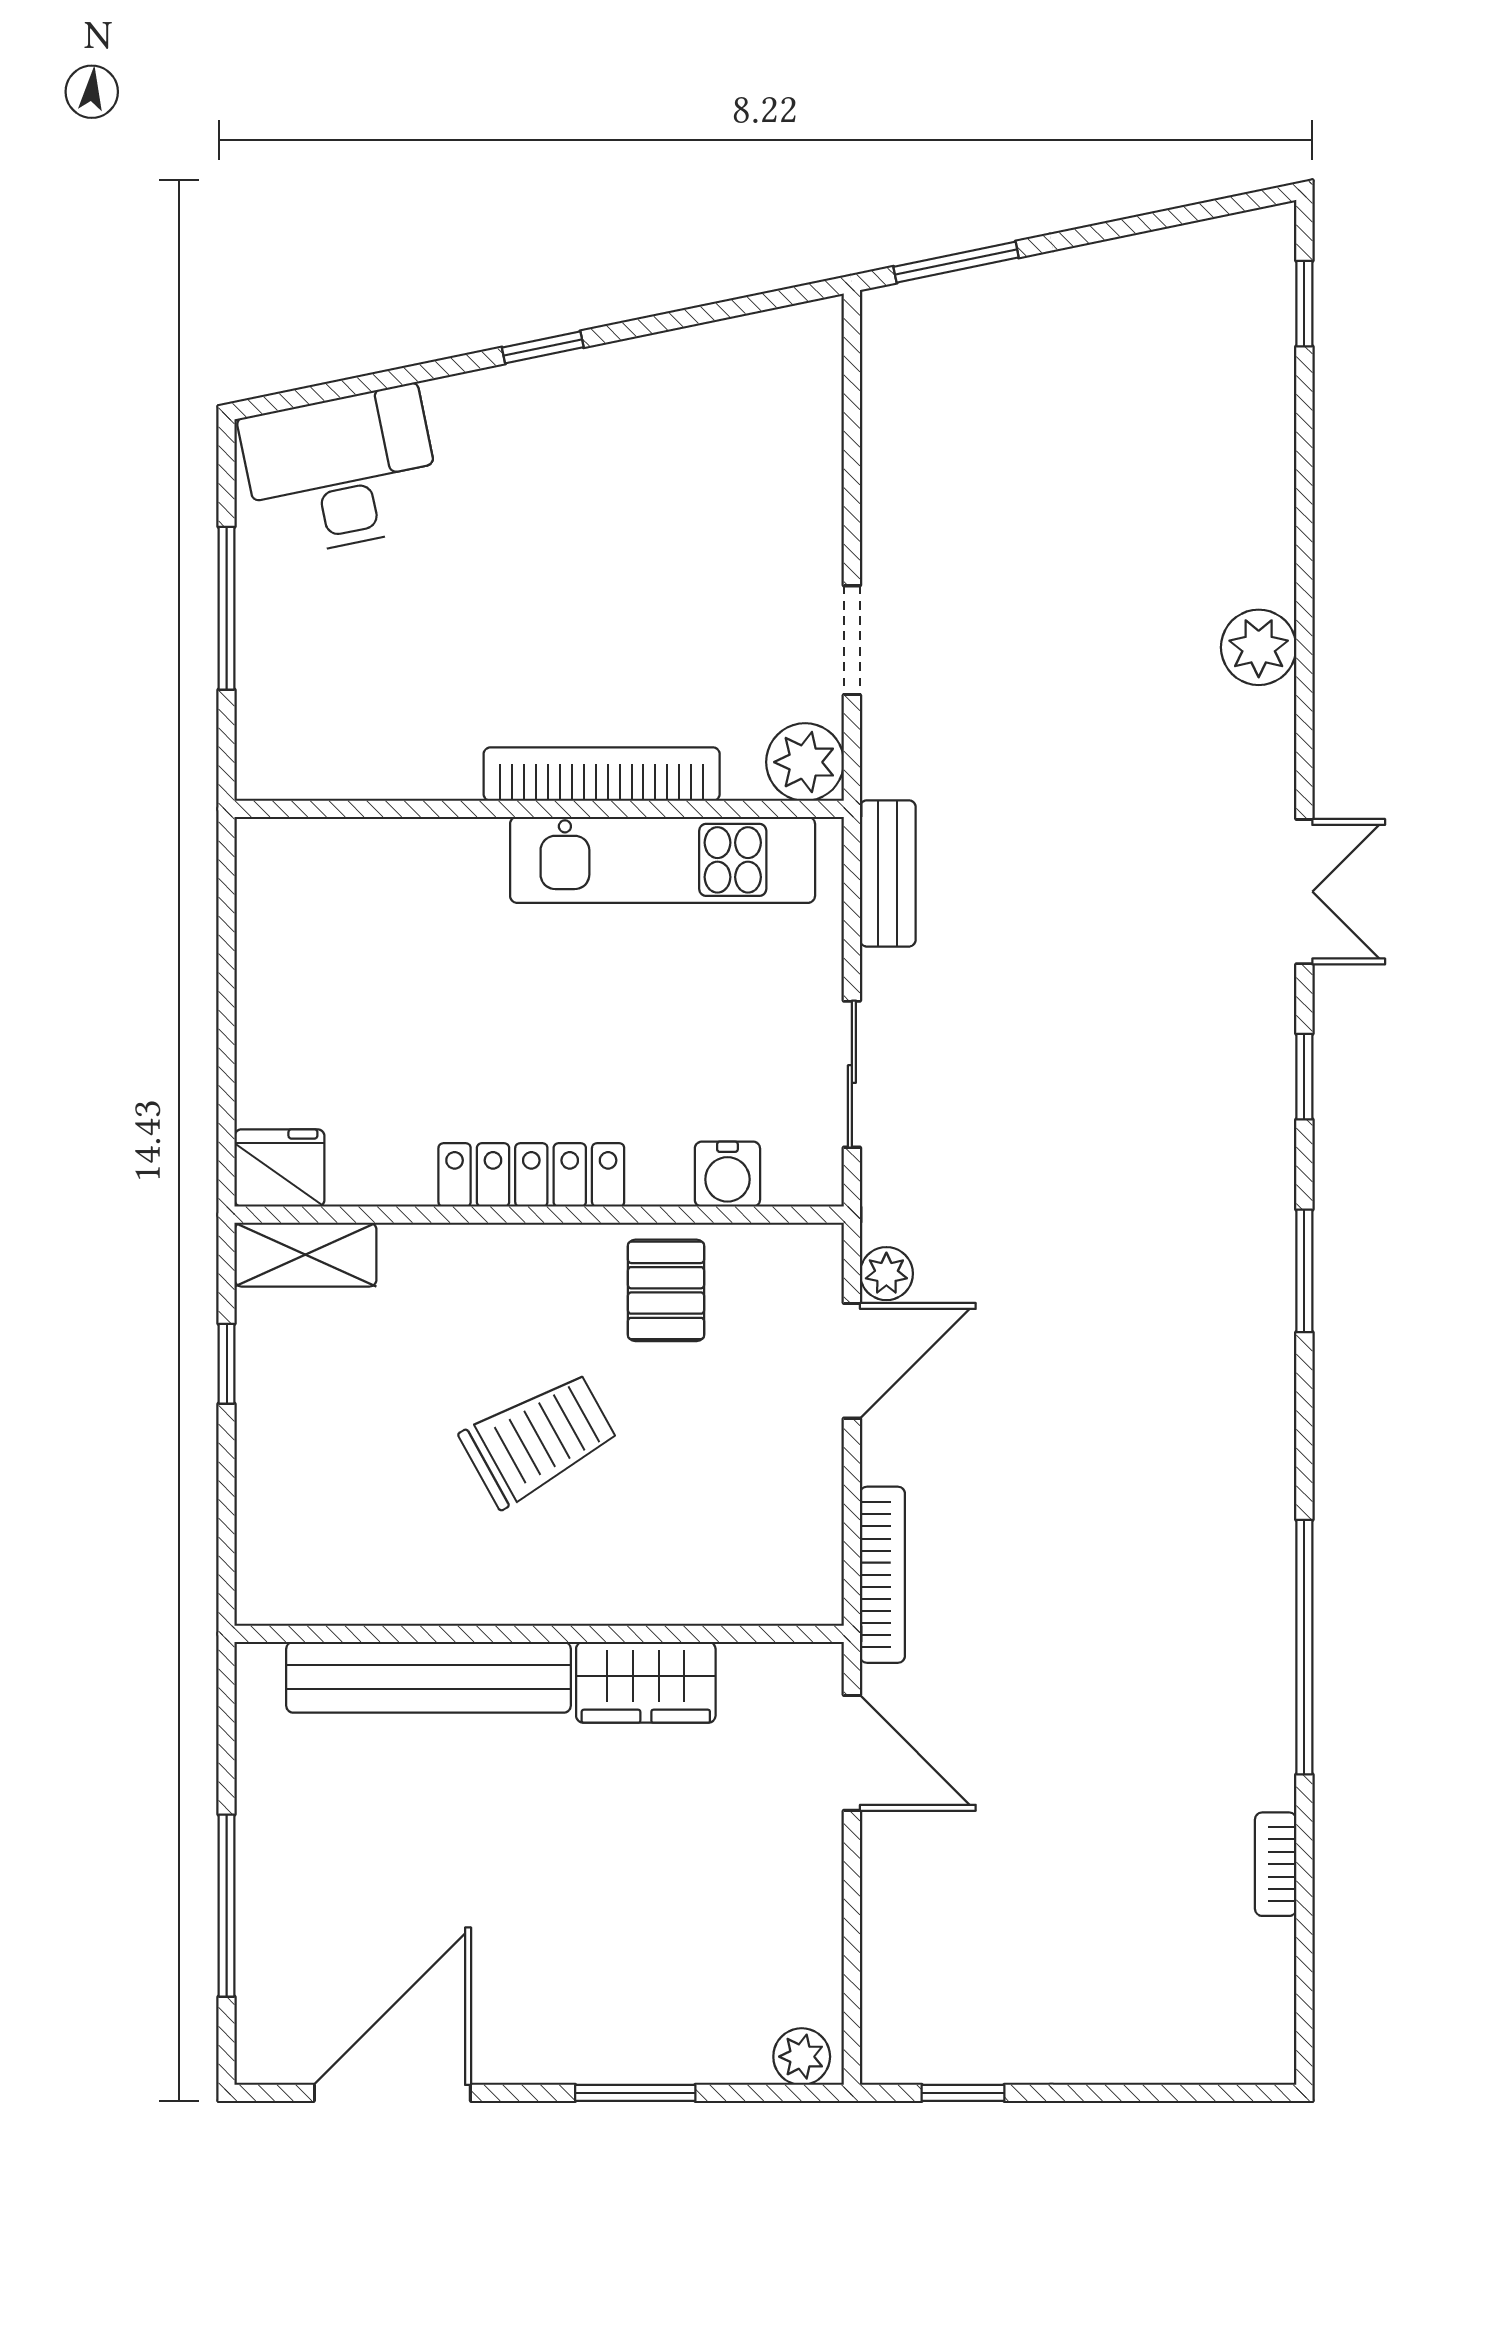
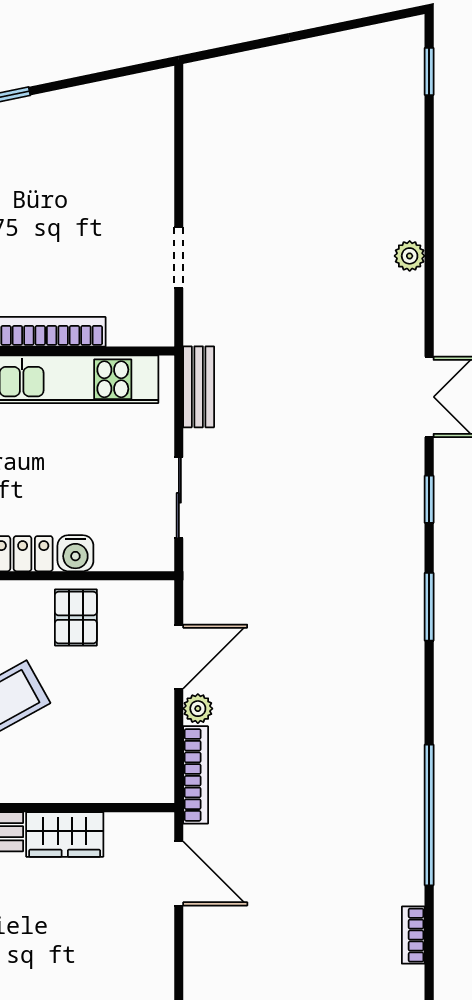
window: (956, 262) -> (236, 48), removed
plant: (1259, 647) -> (410, 256), width x0.73, depth x0.73
plant: (805, 762) -> (153, 325), removed
water cooler: (727, 1174) -> (75, 553), moved
plant: (886, 1274) -> (198, 709), moved

